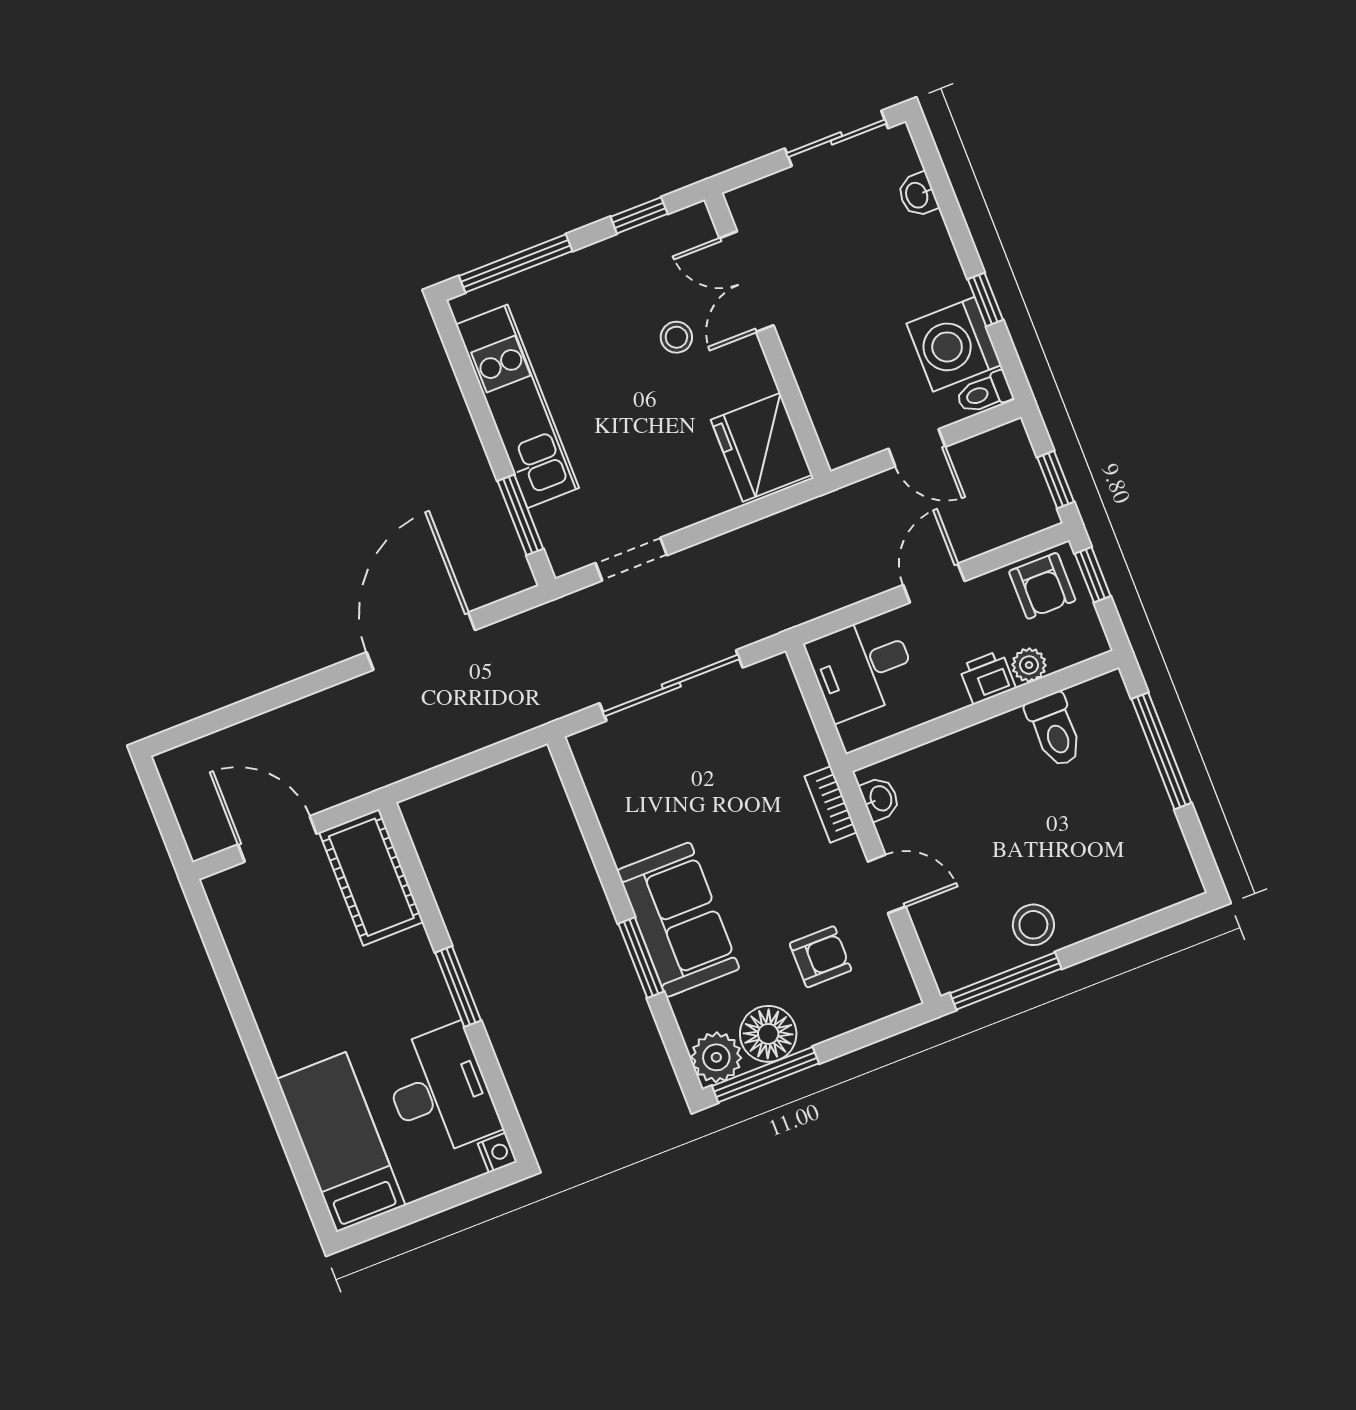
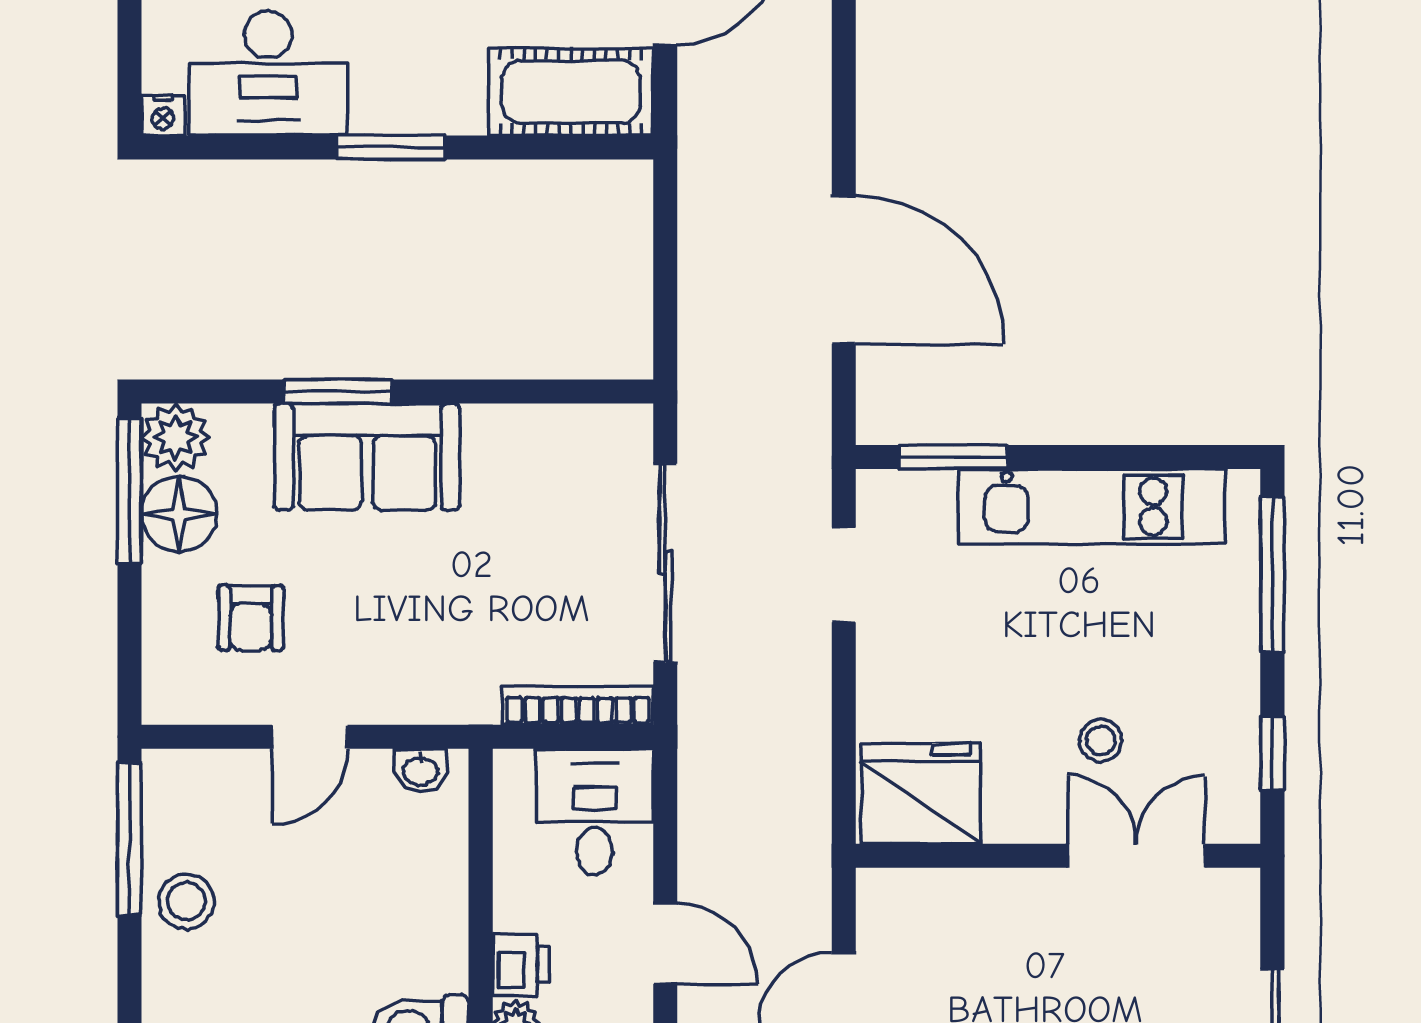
bookcase: (831, 804) -> (578, 706), moved, width x1.56

